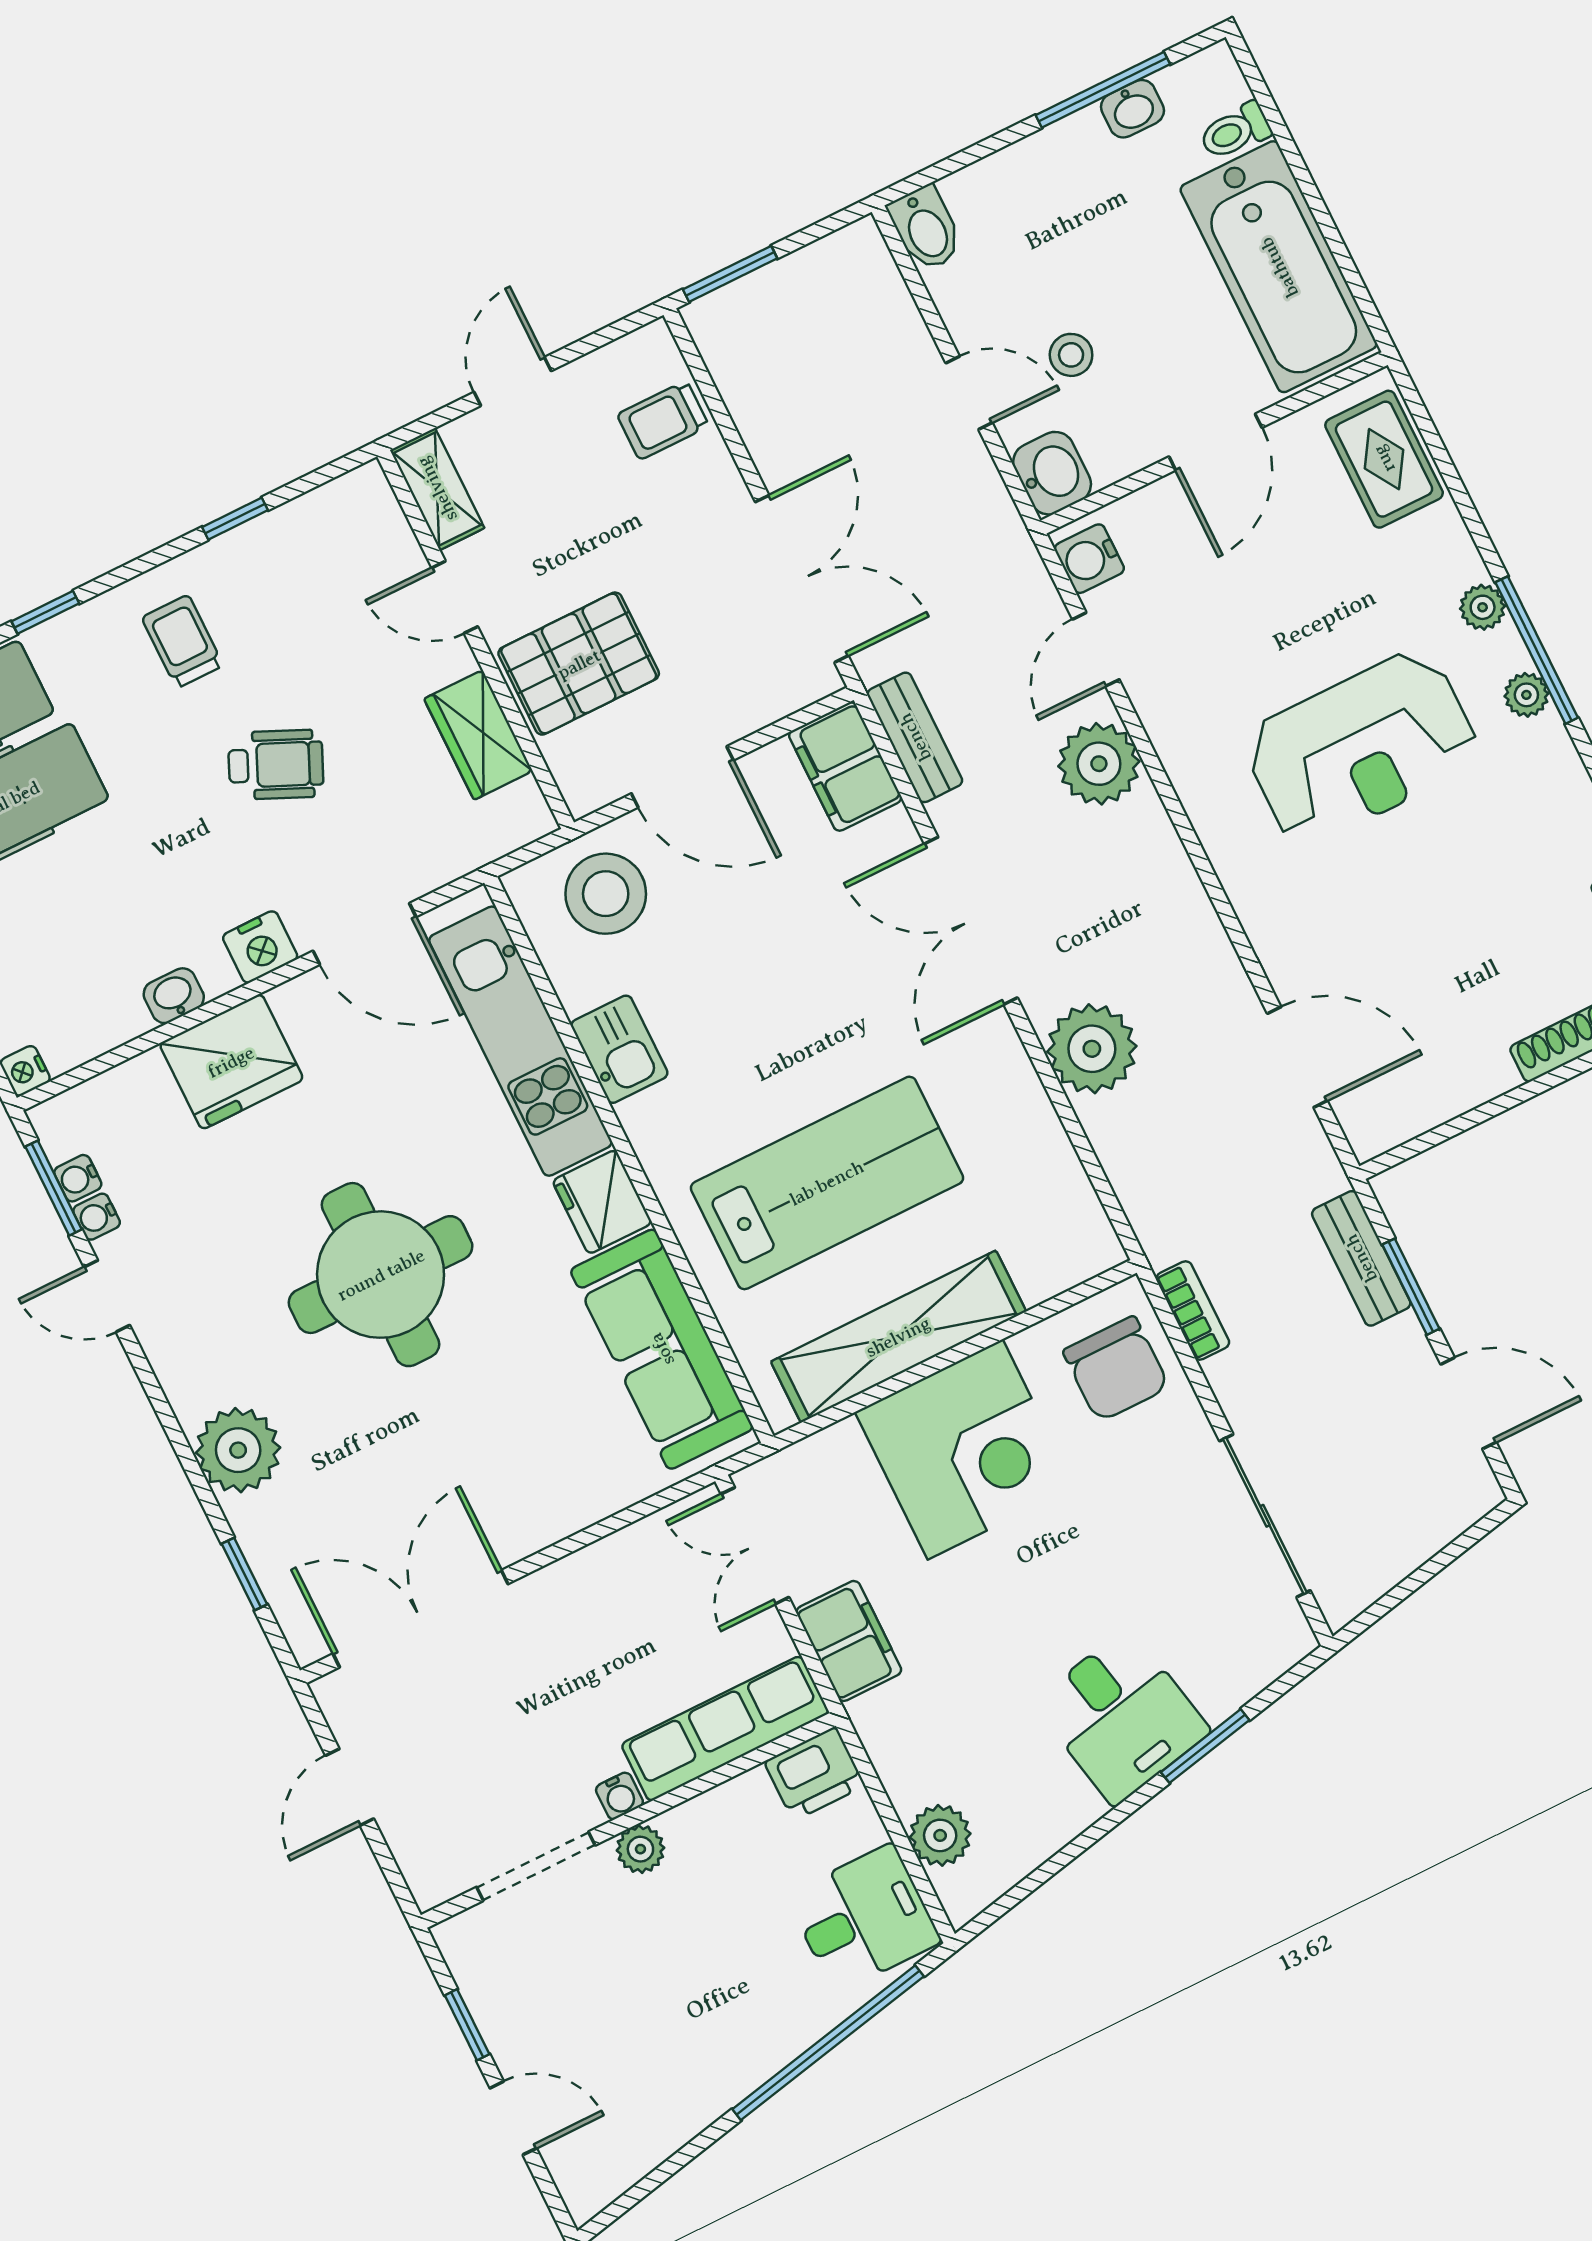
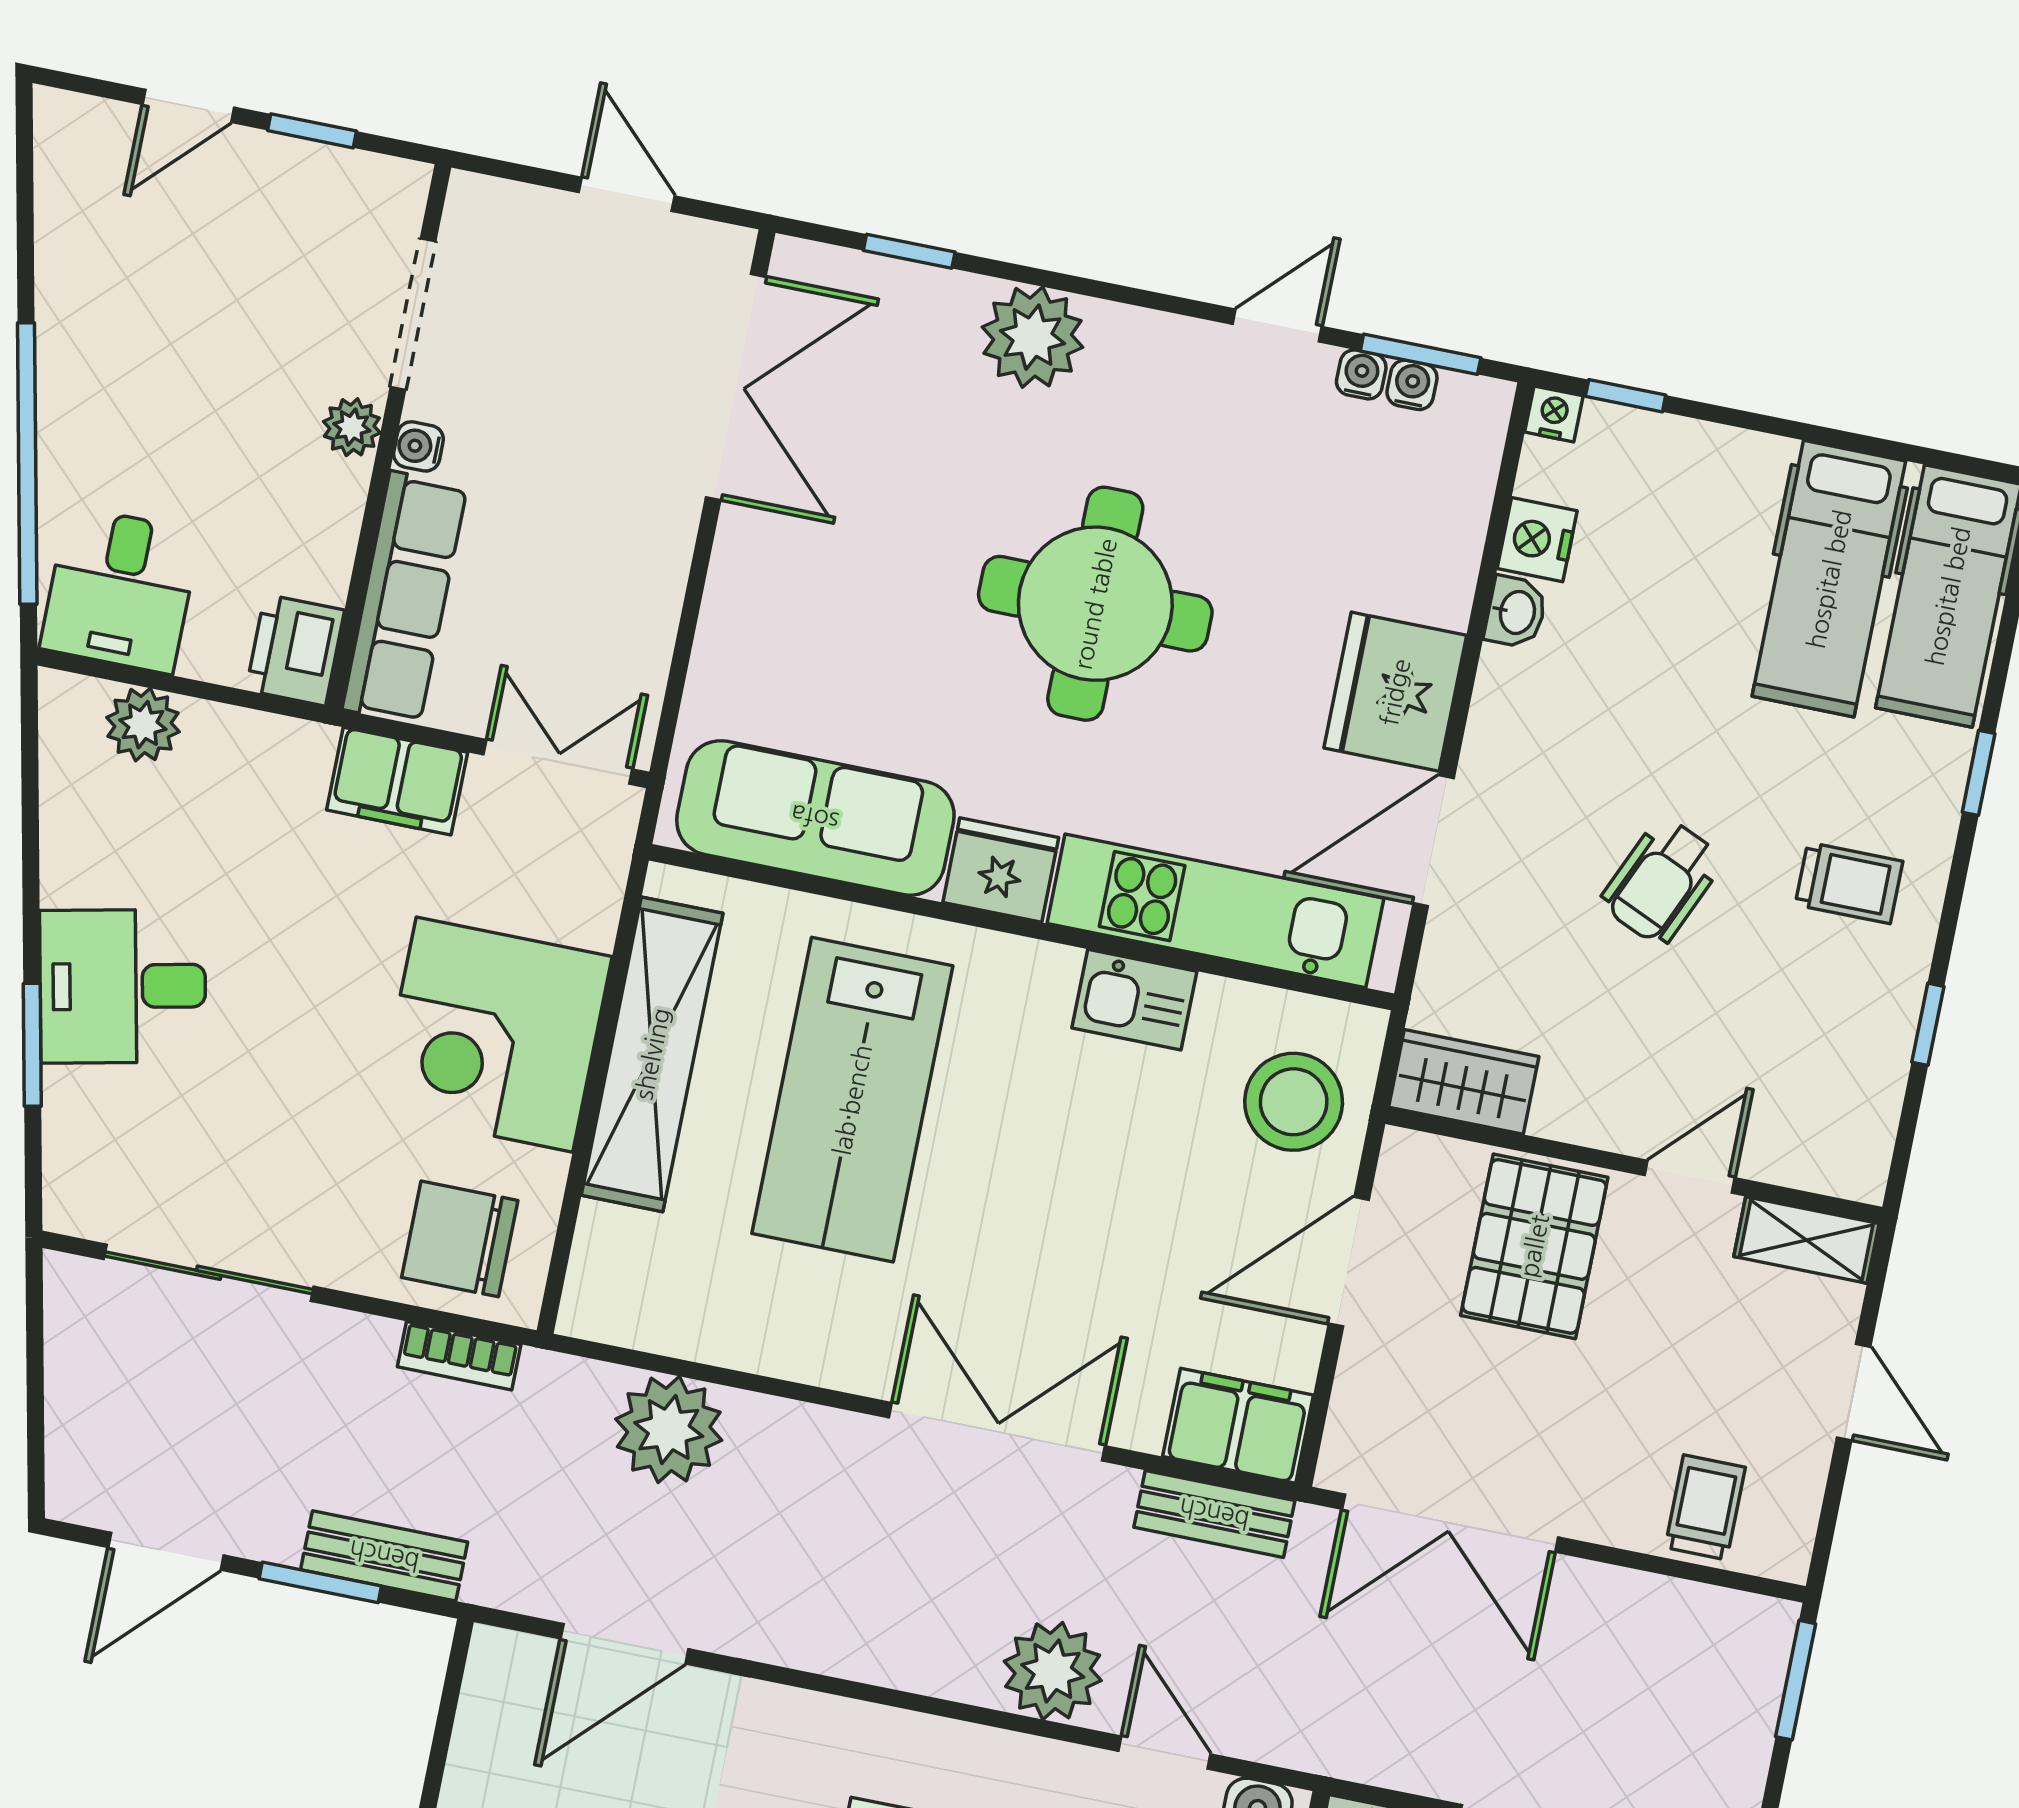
wardrobe: (478, 735) -> (1464, 1082), moved
nightstand: (260, 947) -> (1537, 540), moved
plant: (1092, 1049) -> (669, 1430), moved
fridge: (231, 1062) -> (1395, 692), moved

